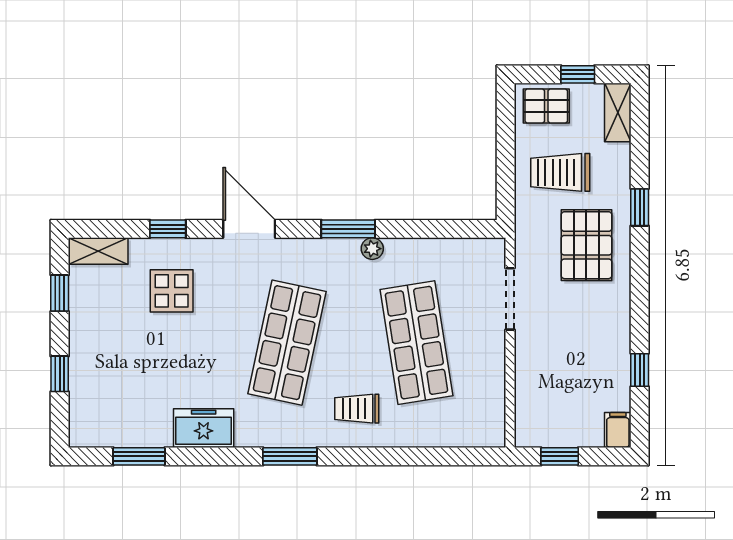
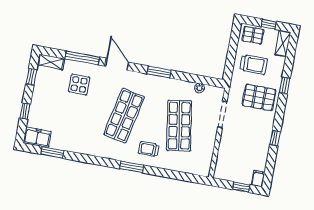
trolley: (560, 172) -> (254, 65), turned 180
window: (168, 229) -> (82, 58), width x2.17
pallet: (586, 245) -> (259, 97), turned 90
plant: (372, 249) -> (199, 88), moved
window: (640, 370) -> (275, 138), moved
freezer: (204, 428) -> (37, 137), moved
window: (290, 456) -> (132, 167), moved
window: (560, 456) -> (241, 187), moved

